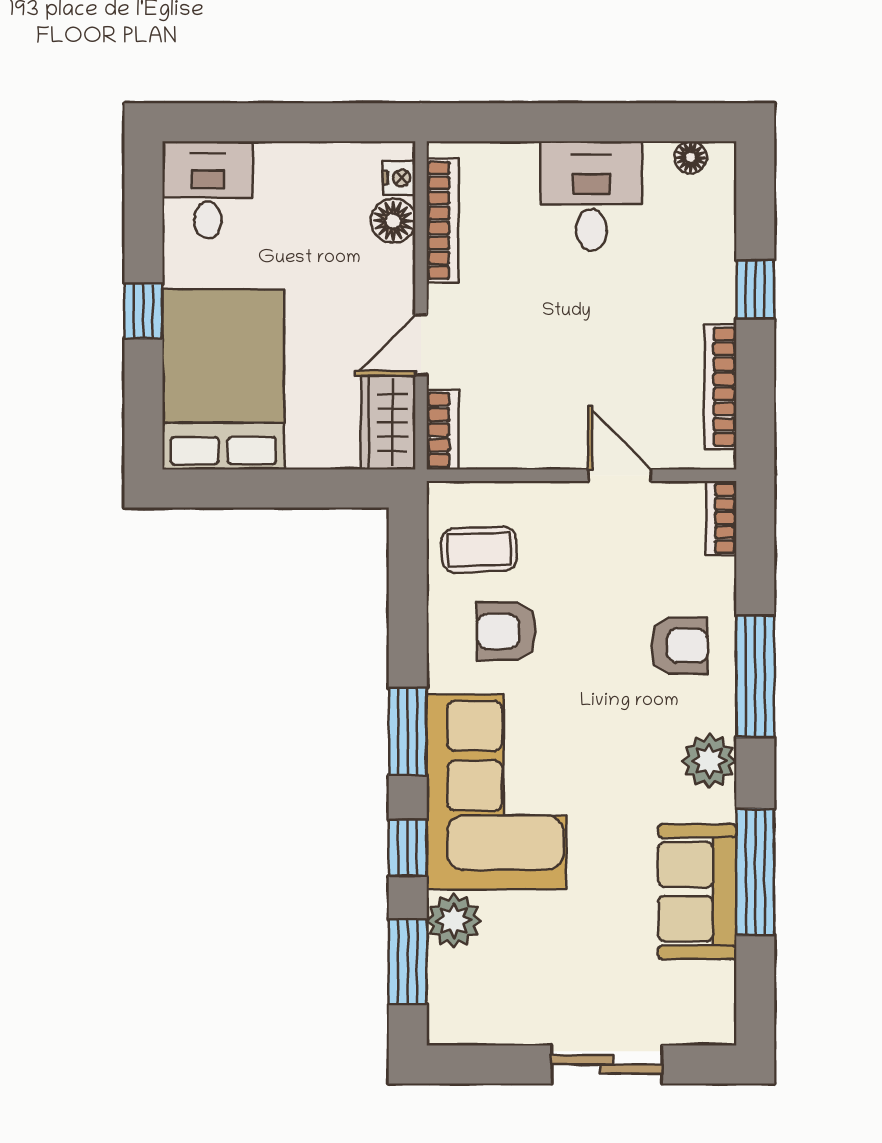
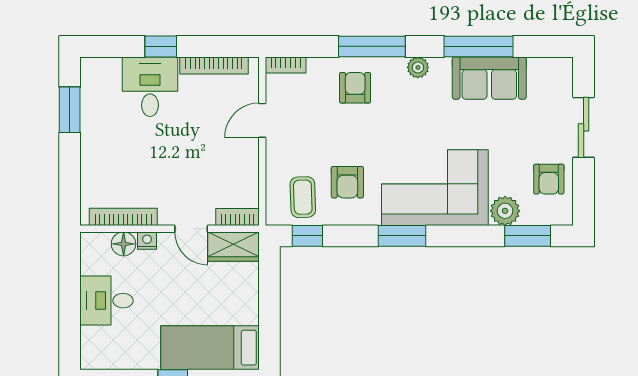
window: (639, 122) -> (70, 110), added
floor lamp: (691, 157) -> (89, 82), removed
nightstand: (399, 178) -> (147, 241), moved
desk: (208, 190) -> (107, 301), moved
desk: (591, 196) -> (150, 87), moved, turned 90
bed: (223, 379) -> (210, 348), width x0.67
plant: (709, 761) -> (418, 67), width x0.73, depth x0.73
window: (408, 848) -> (307, 236), moved
armchair: (512, 1001) -> (549, 179), added

